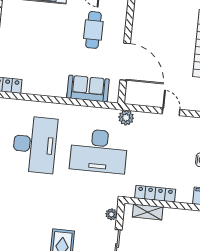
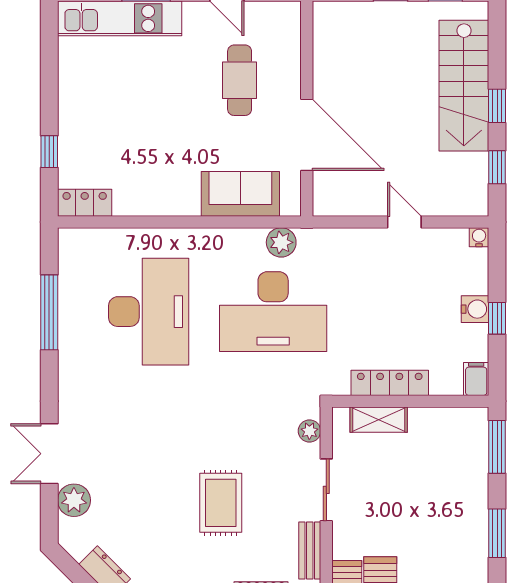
plant: (126, 118) -> (281, 242), moved

